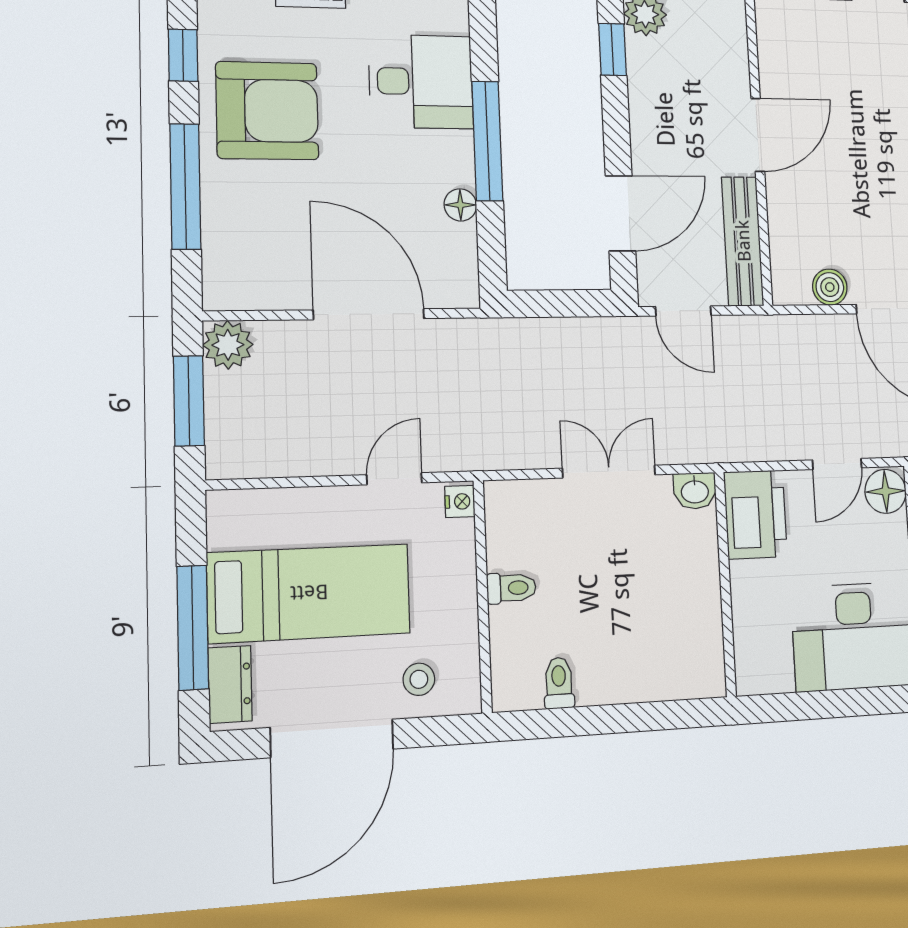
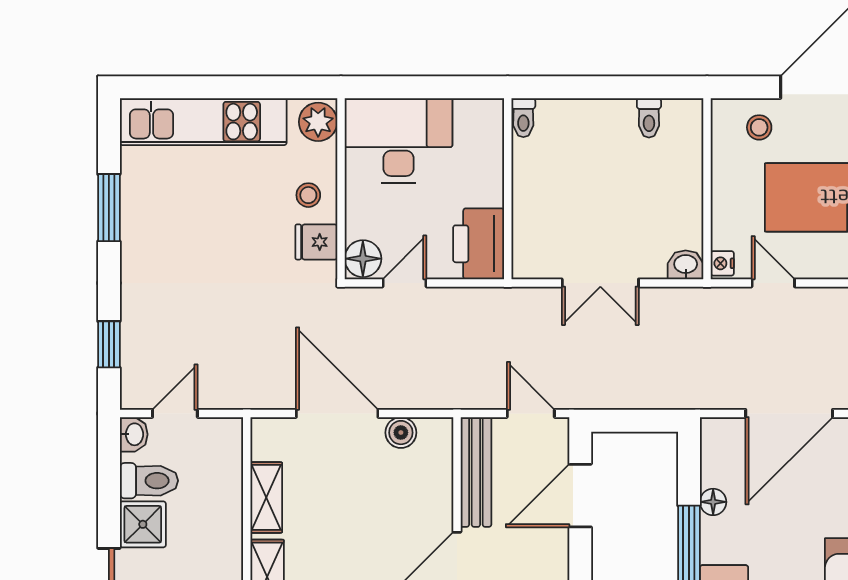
door: (369, 314) -> (789, 413), hinge flipped
door: (394, 479) -> (773, 283), swing flipped
washbasin: (695, 491) -> (686, 265), moved
toilet: (511, 588) -> (523, 118), moved, turned -90

